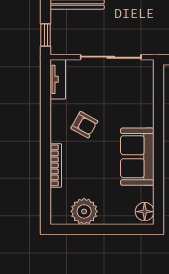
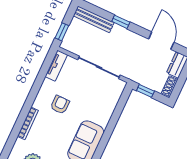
armchair: (84, 125) -> (60, 105), turned -119

